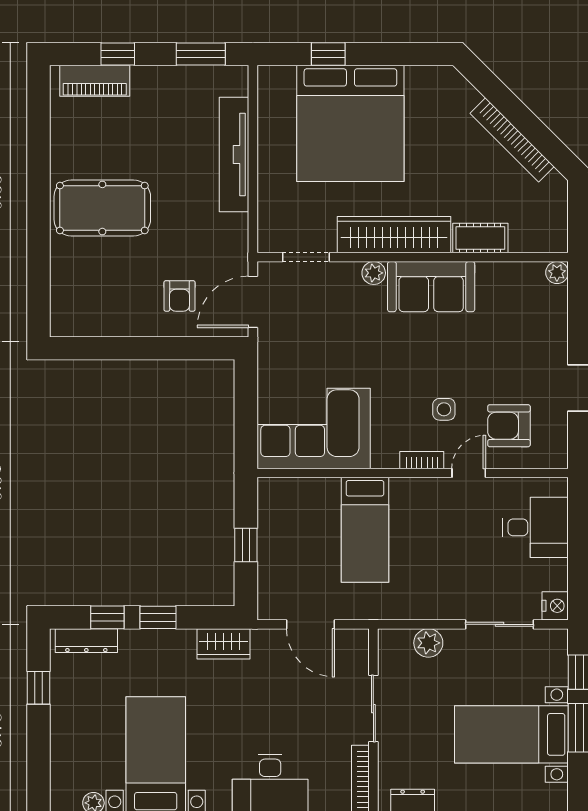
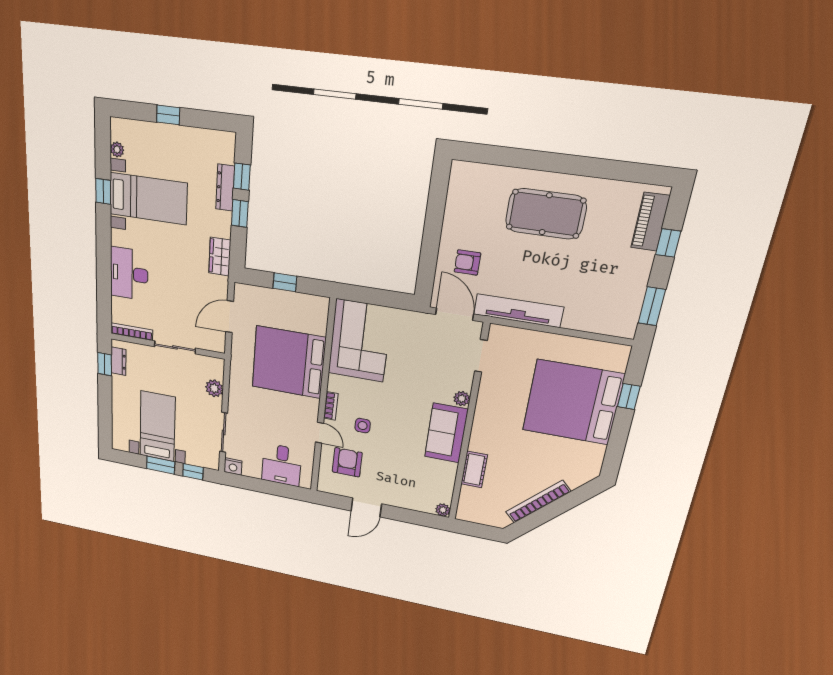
tv unit: (234, 155) -> (518, 311), moved
pool table: (102, 208) -> (546, 214), turned 90
wardrobe: (394, 235) -> (486, 416), removed
bed: (365, 530) -> (289, 362), width x2.04
dresser: (86, 641) -> (225, 188), moved
window: (38, 688) -> (168, 115), moved

